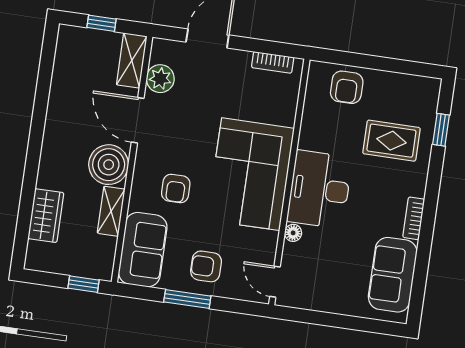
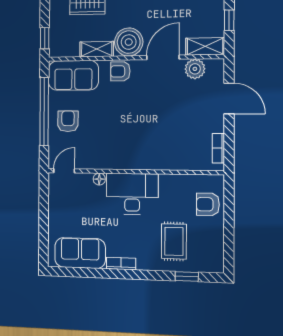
corner sofa: (251, 174) -> (136, 143), removed
armchair: (176, 188) -> (120, 71), moved
window: (187, 299) -> (44, 112), width x2.11

